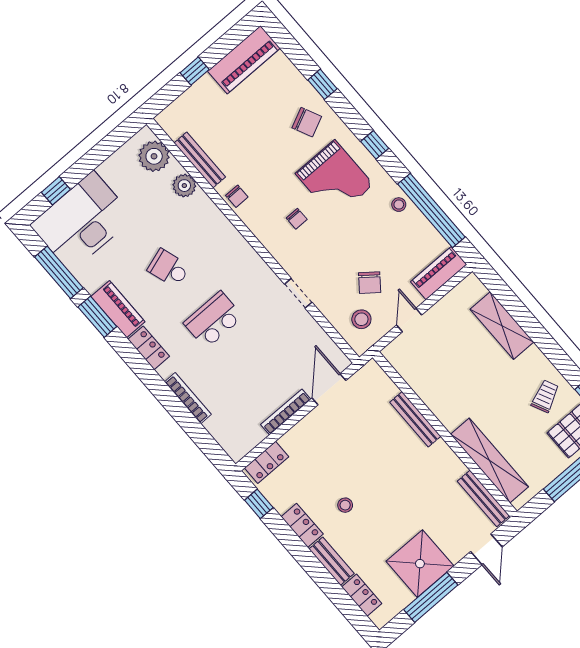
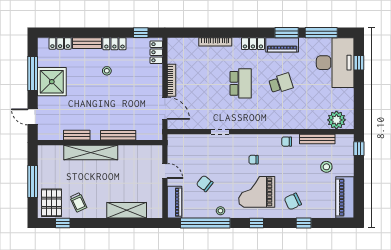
window: (195, 71) -> (359, 149), moved
plant: (184, 186) -> (312, 122), removed
chair: (370, 283) -> (205, 184), moved
stool: (361, 319) -> (326, 167), moved
shelving: (489, 461) -> (91, 152), moved
bench: (483, 498) -> (77, 135), moved, width x0.73

